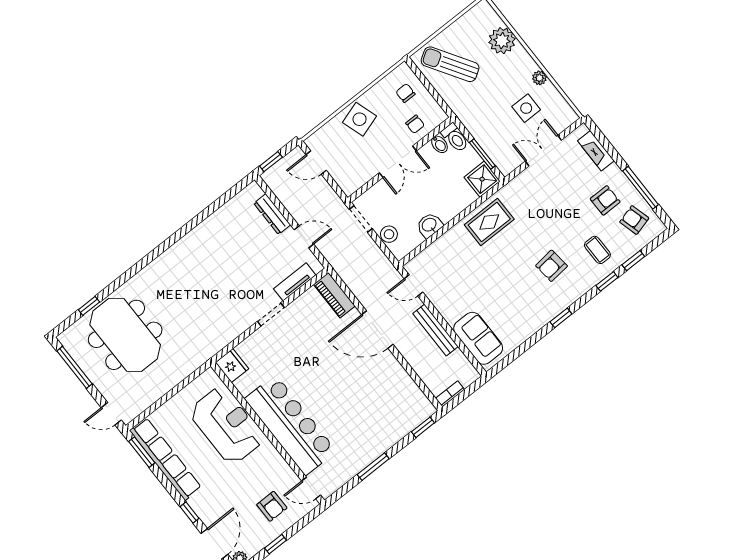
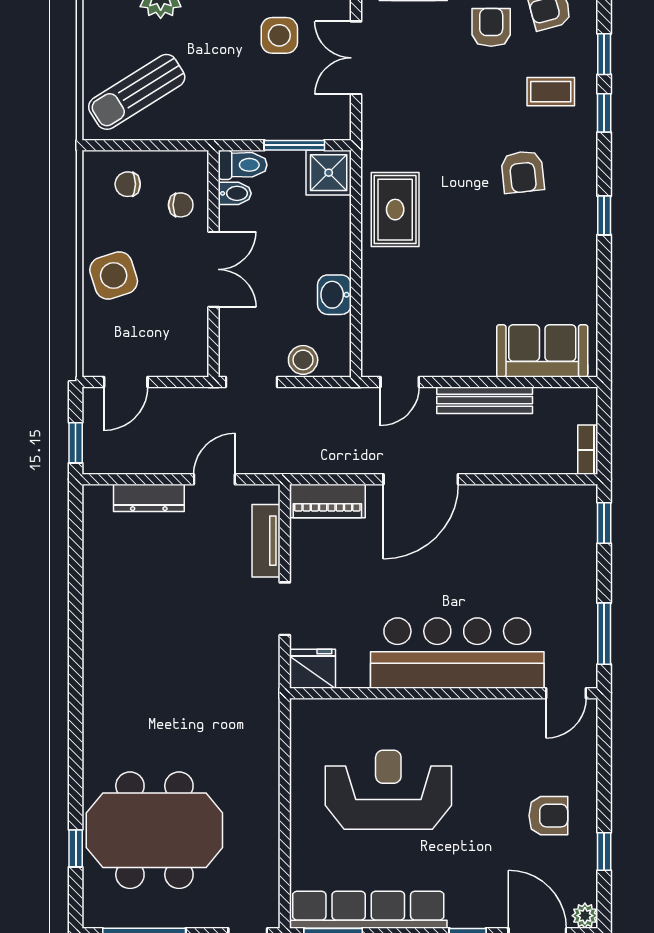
fridge: (232, 366) -> (312, 669), moved
bar counter: (290, 425) -> (457, 653), moved
wall: (268, 433) -> (444, 693), moved
door: (311, 488) -> (566, 693), moved

